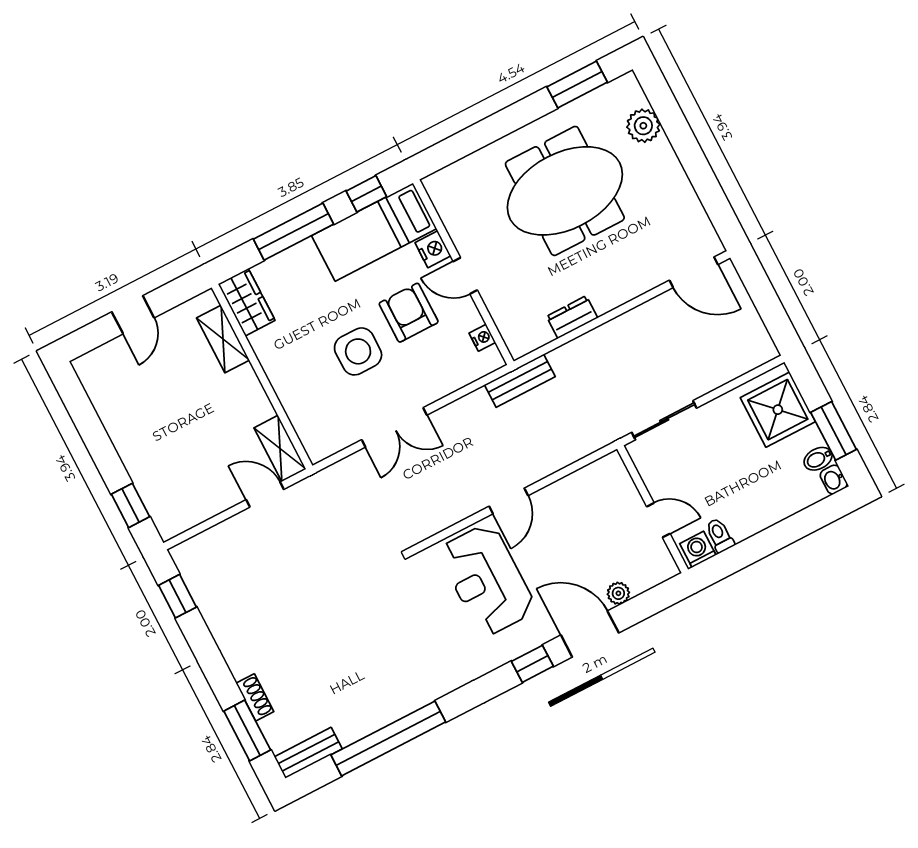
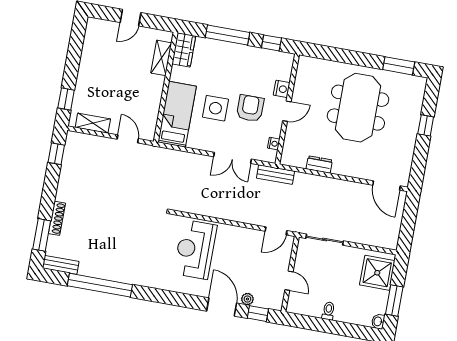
plant: (643, 126) -> (414, 106), removed
window: (683, 141) -> (426, 125), added
meeting table: (565, 191) -> (358, 108), turned 90
bed: (374, 232) -> (177, 114), moved, turned 90
door: (465, 276) -> (287, 111), swing flipped
double door: (394, 427) -> (233, 158), moved
shelving: (280, 448) -> (93, 123), moved, turned 90
bidet: (818, 459) -> (378, 307), removed
door: (509, 501) -> (276, 231), moved
toilet: (720, 535) -> (328, 311), moved
washing machine: (698, 549) -> (296, 306), removed
window: (532, 664) -> (258, 314), moved
shoe rack: (255, 697) -> (57, 218), width x1.43

